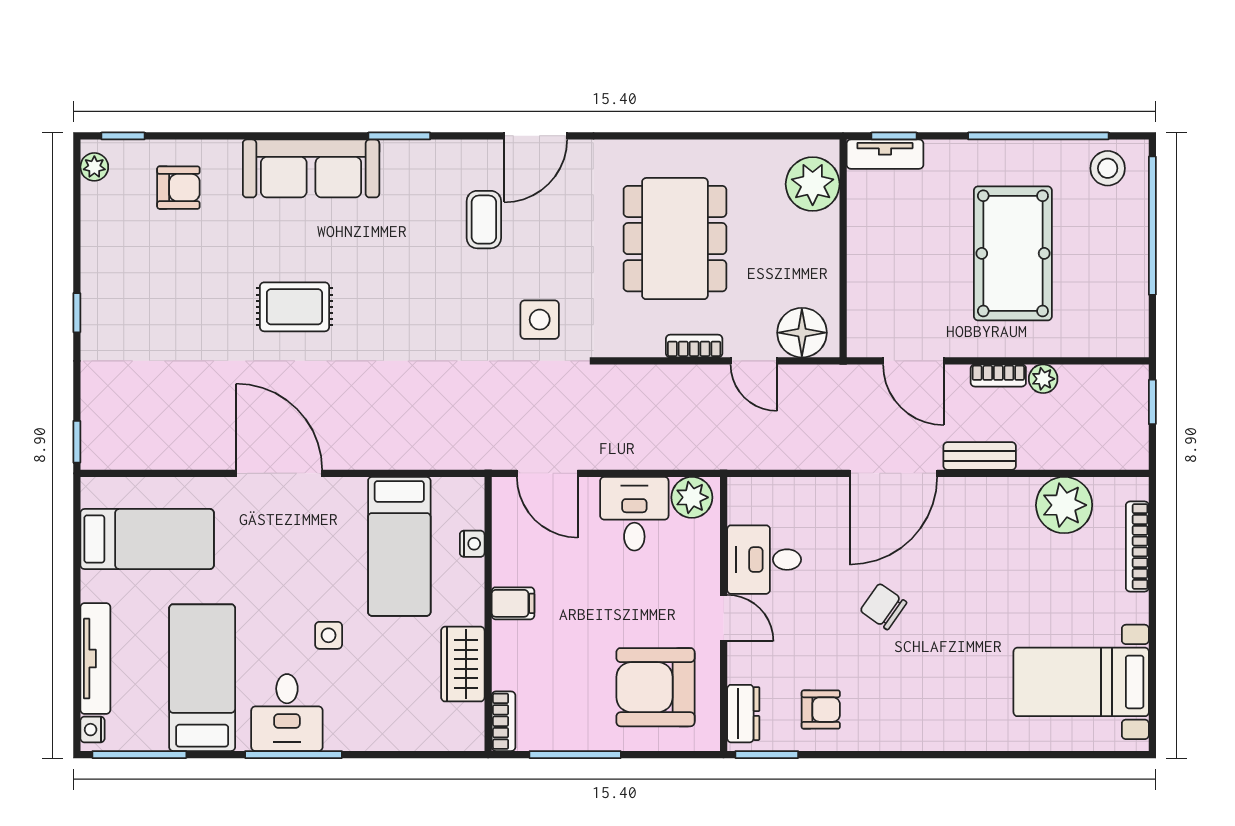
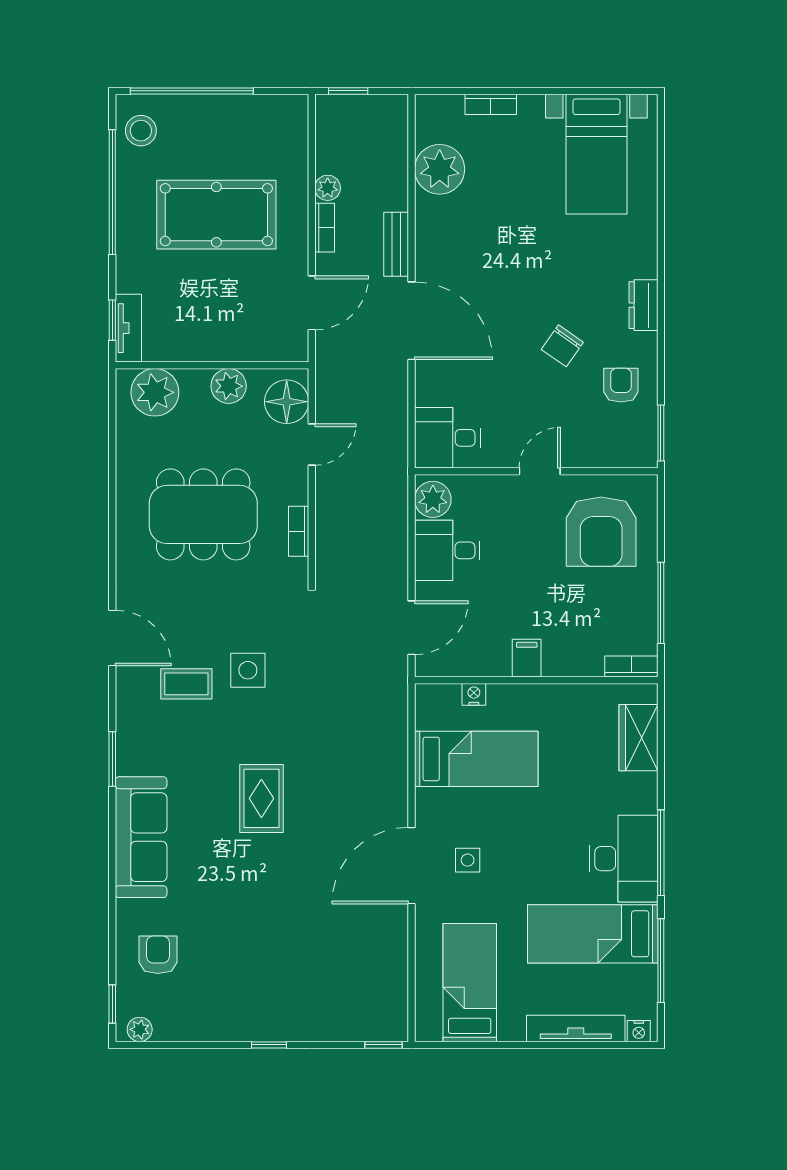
plant: (820, 267) -> (229, 386), added
rug: (294, 307) -> (261, 798), moved
side table: (540, 320) -> (248, 670), moved
bookcase: (694, 346) -> (299, 531), moved
bookcase: (1137, 546) -> (491, 104), width x0.64
desk: (764, 560) -> (447, 438), moved, turned 90
chair: (883, 607) -> (562, 346), moved
side table: (329, 635) -> (468, 860), moved
wardrobe: (463, 664) -> (638, 738), moved, turned 90
desk: (287, 713) -> (624, 859), width x1.37
dresser: (743, 714) -> (643, 305), moved, turned -90
window: (139, 755) -> (661, 961), moved

